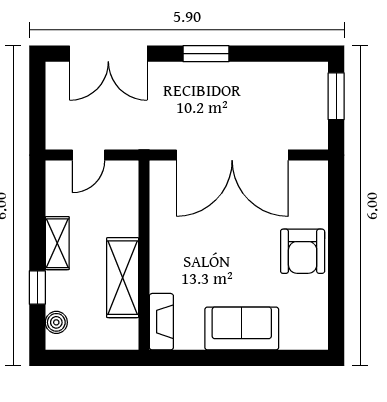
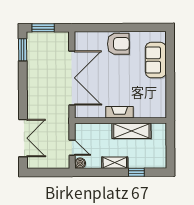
window: (206, 54) -> (23, 50), moved
boiler: (56, 322) -> (80, 163), moved
fireplace: (161, 322) -> (120, 112), moved
sofa: (242, 328) -> (156, 60), moved

